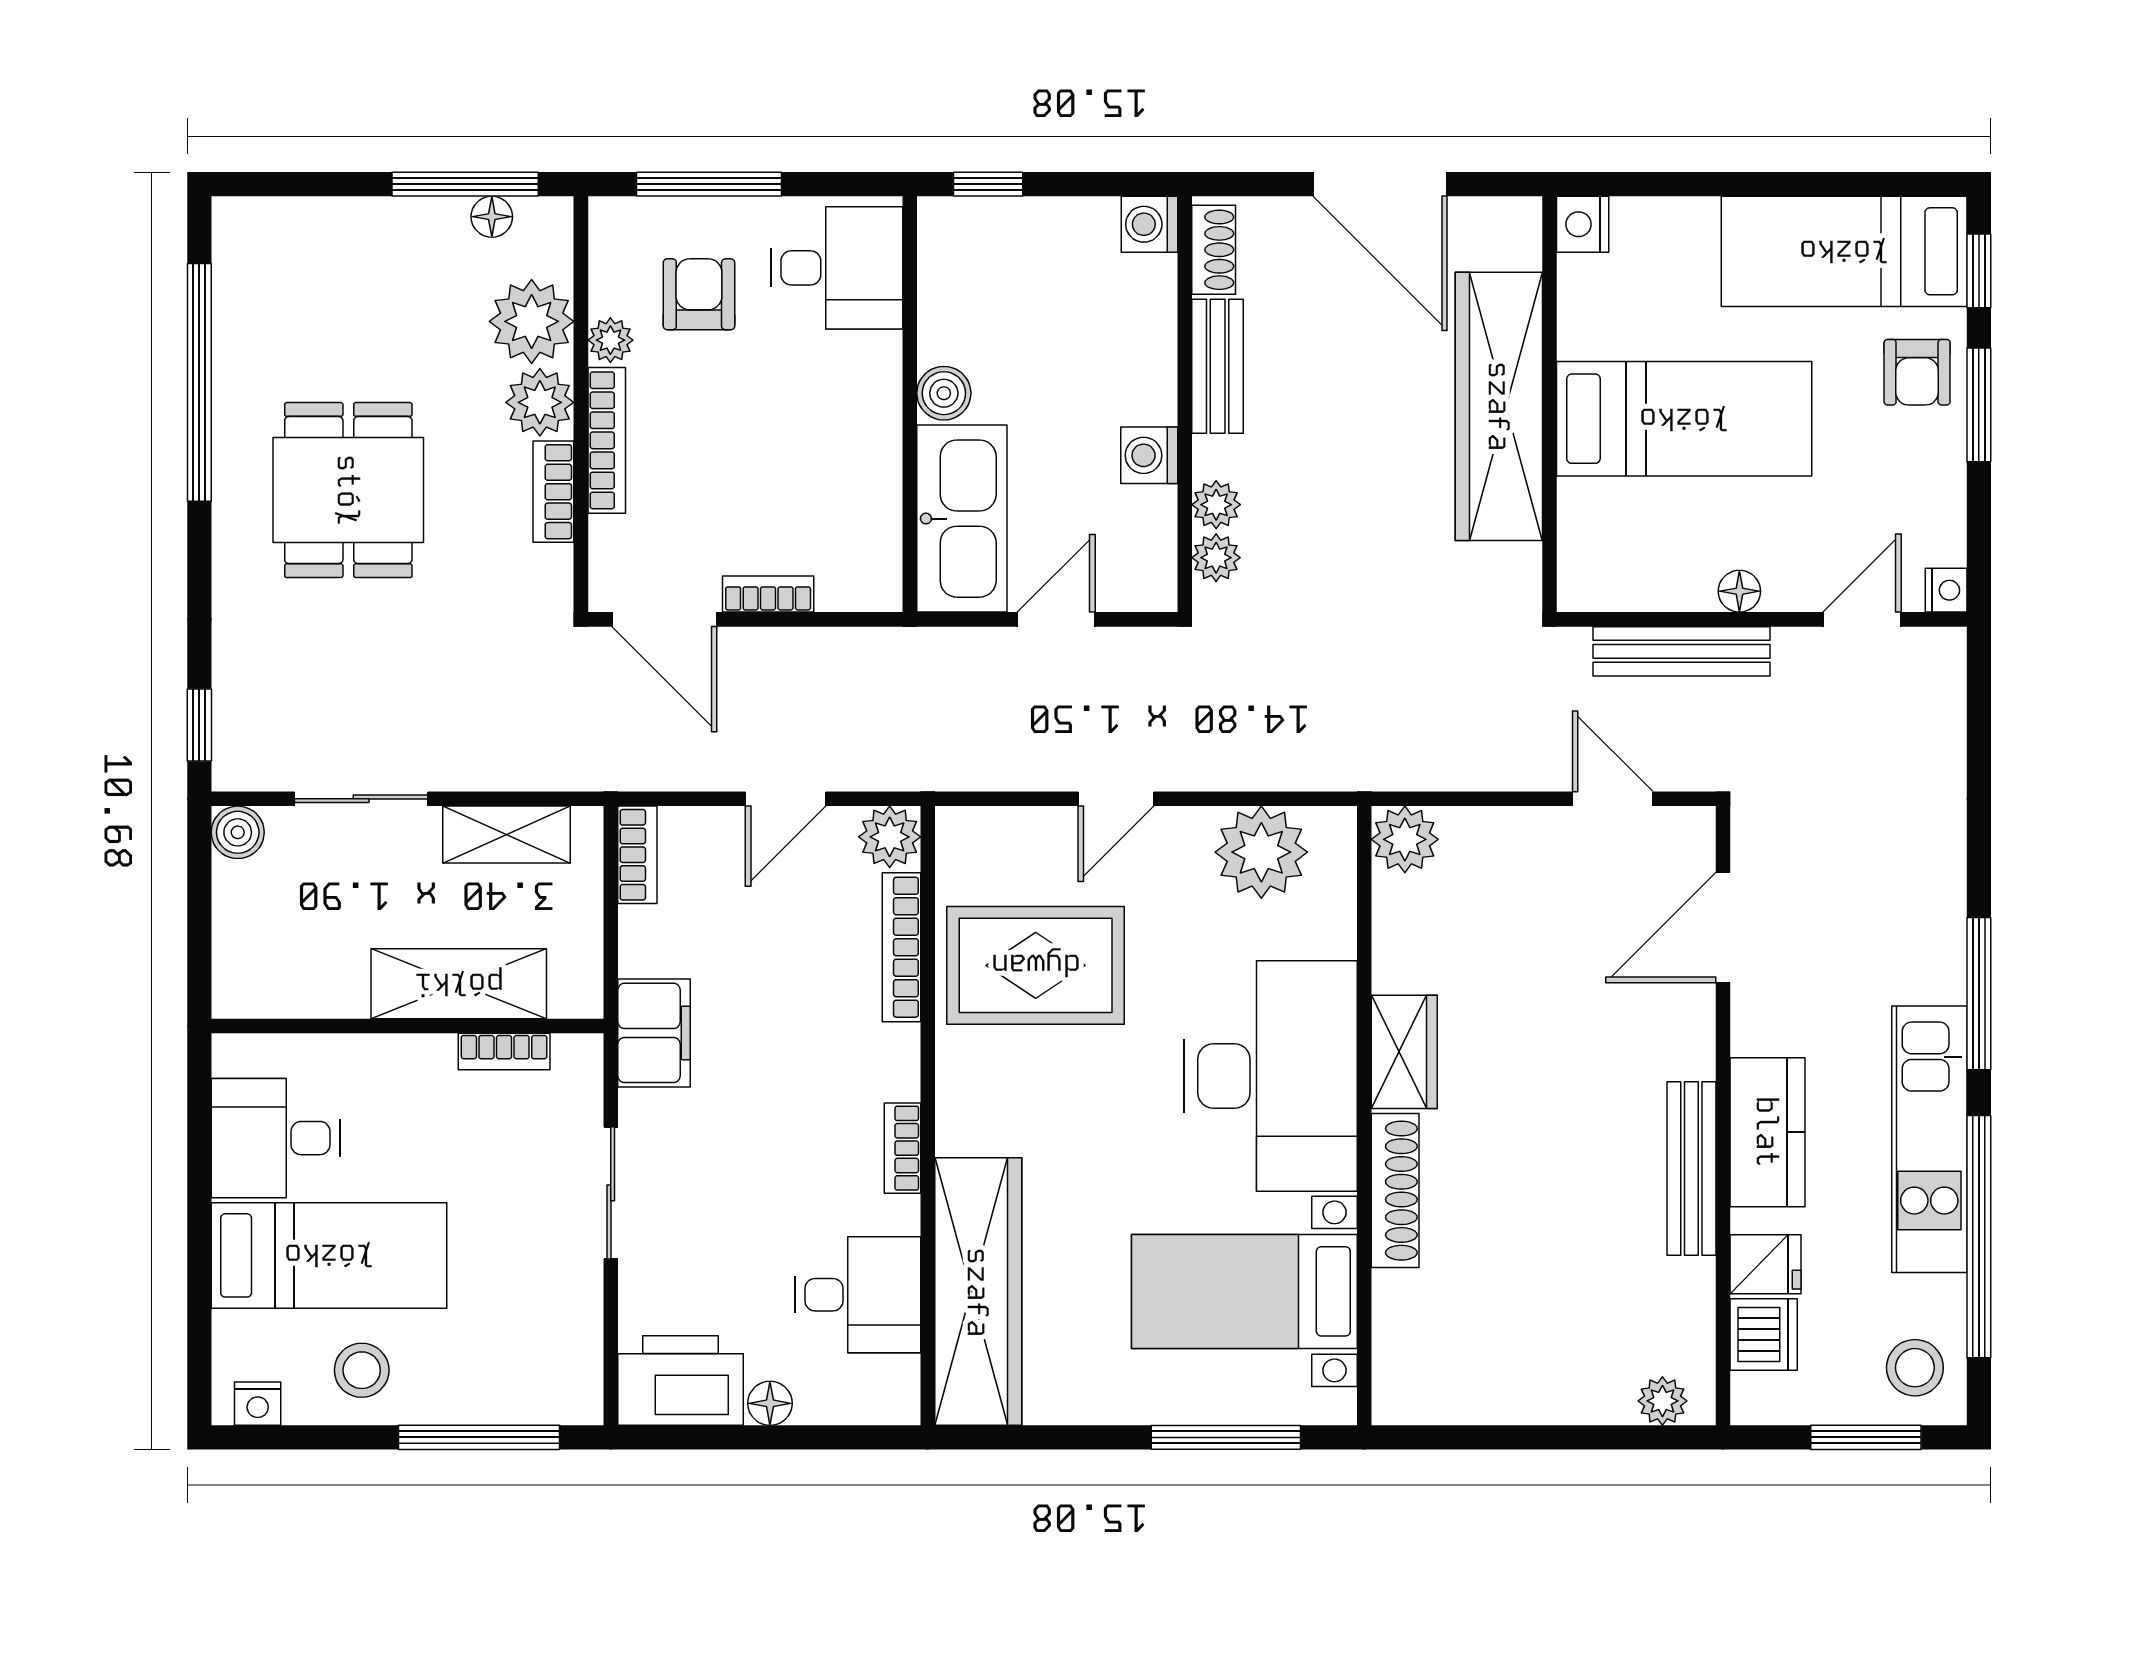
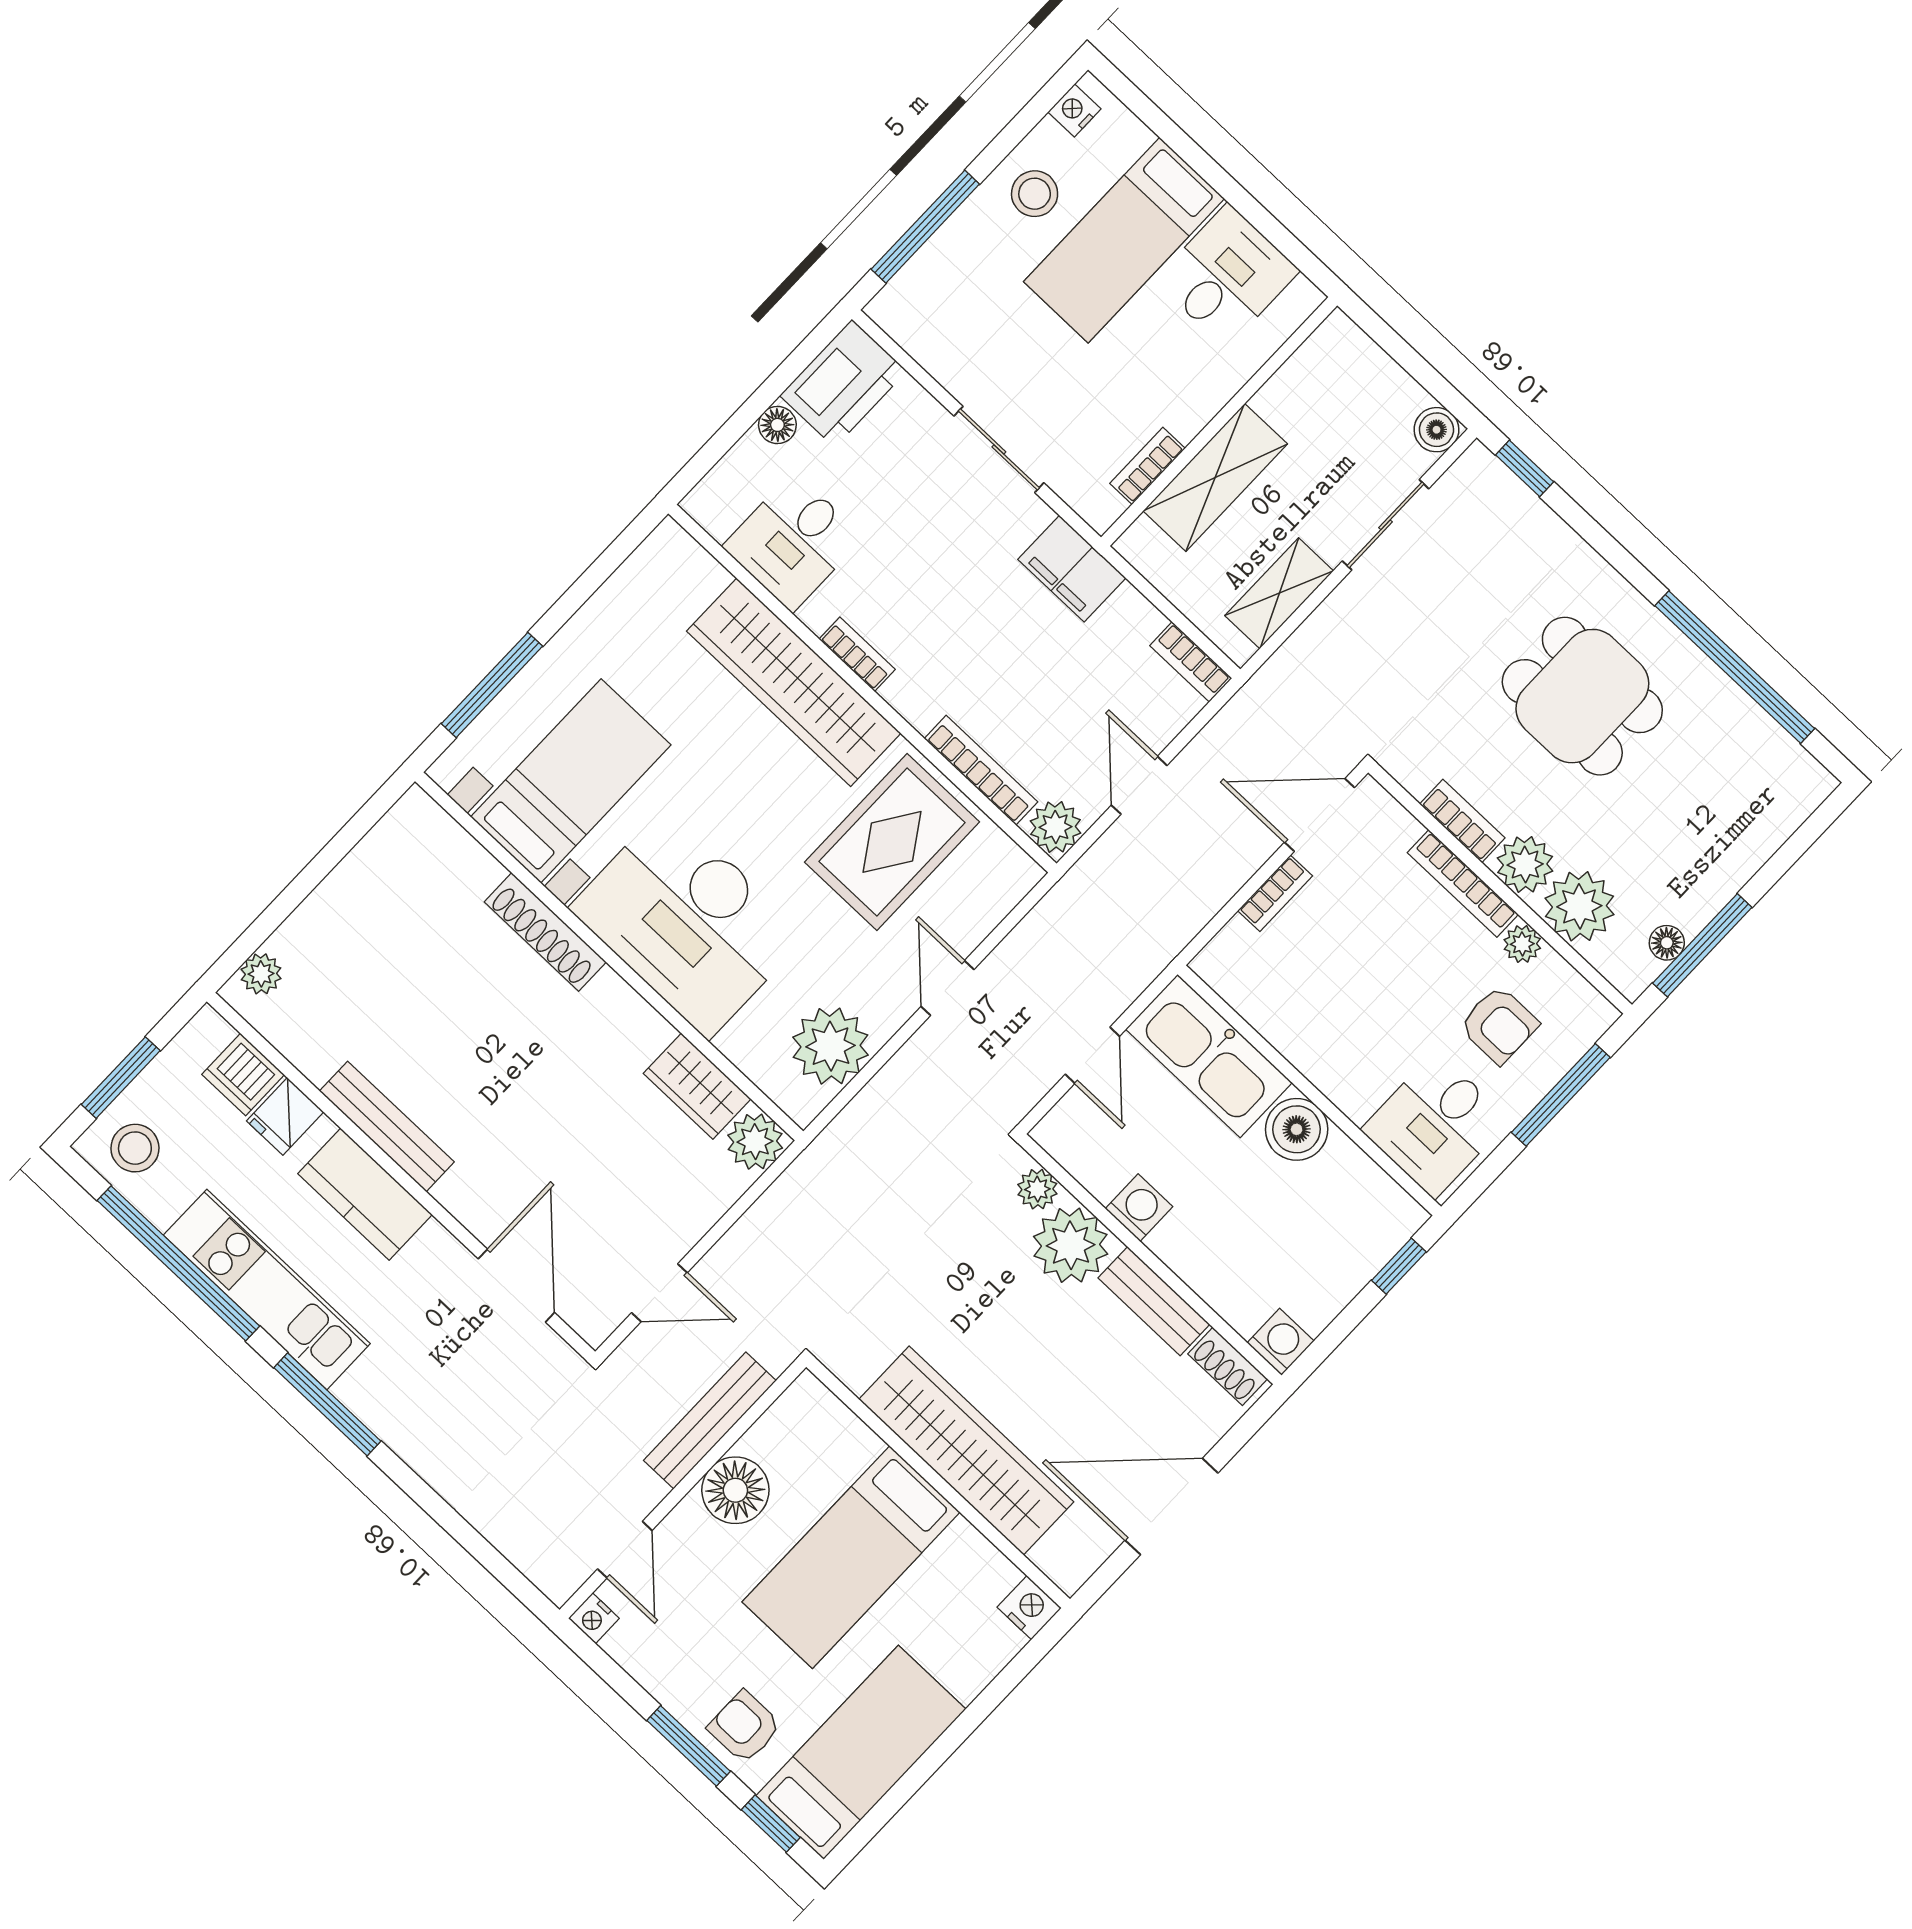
boiler: (944, 393) -> (1297, 1129), width x1.36, depth x1.36
plant: (1216, 505) -> (1071, 1245), width x1.87, depth x1.87
floor lamp: (1739, 591) -> (735, 1490), width x1.89, depth x1.89
wardrobe: (1404, 1052) -> (697, 1086), moved
wardrobe: (978, 1292) -> (794, 682), moved

